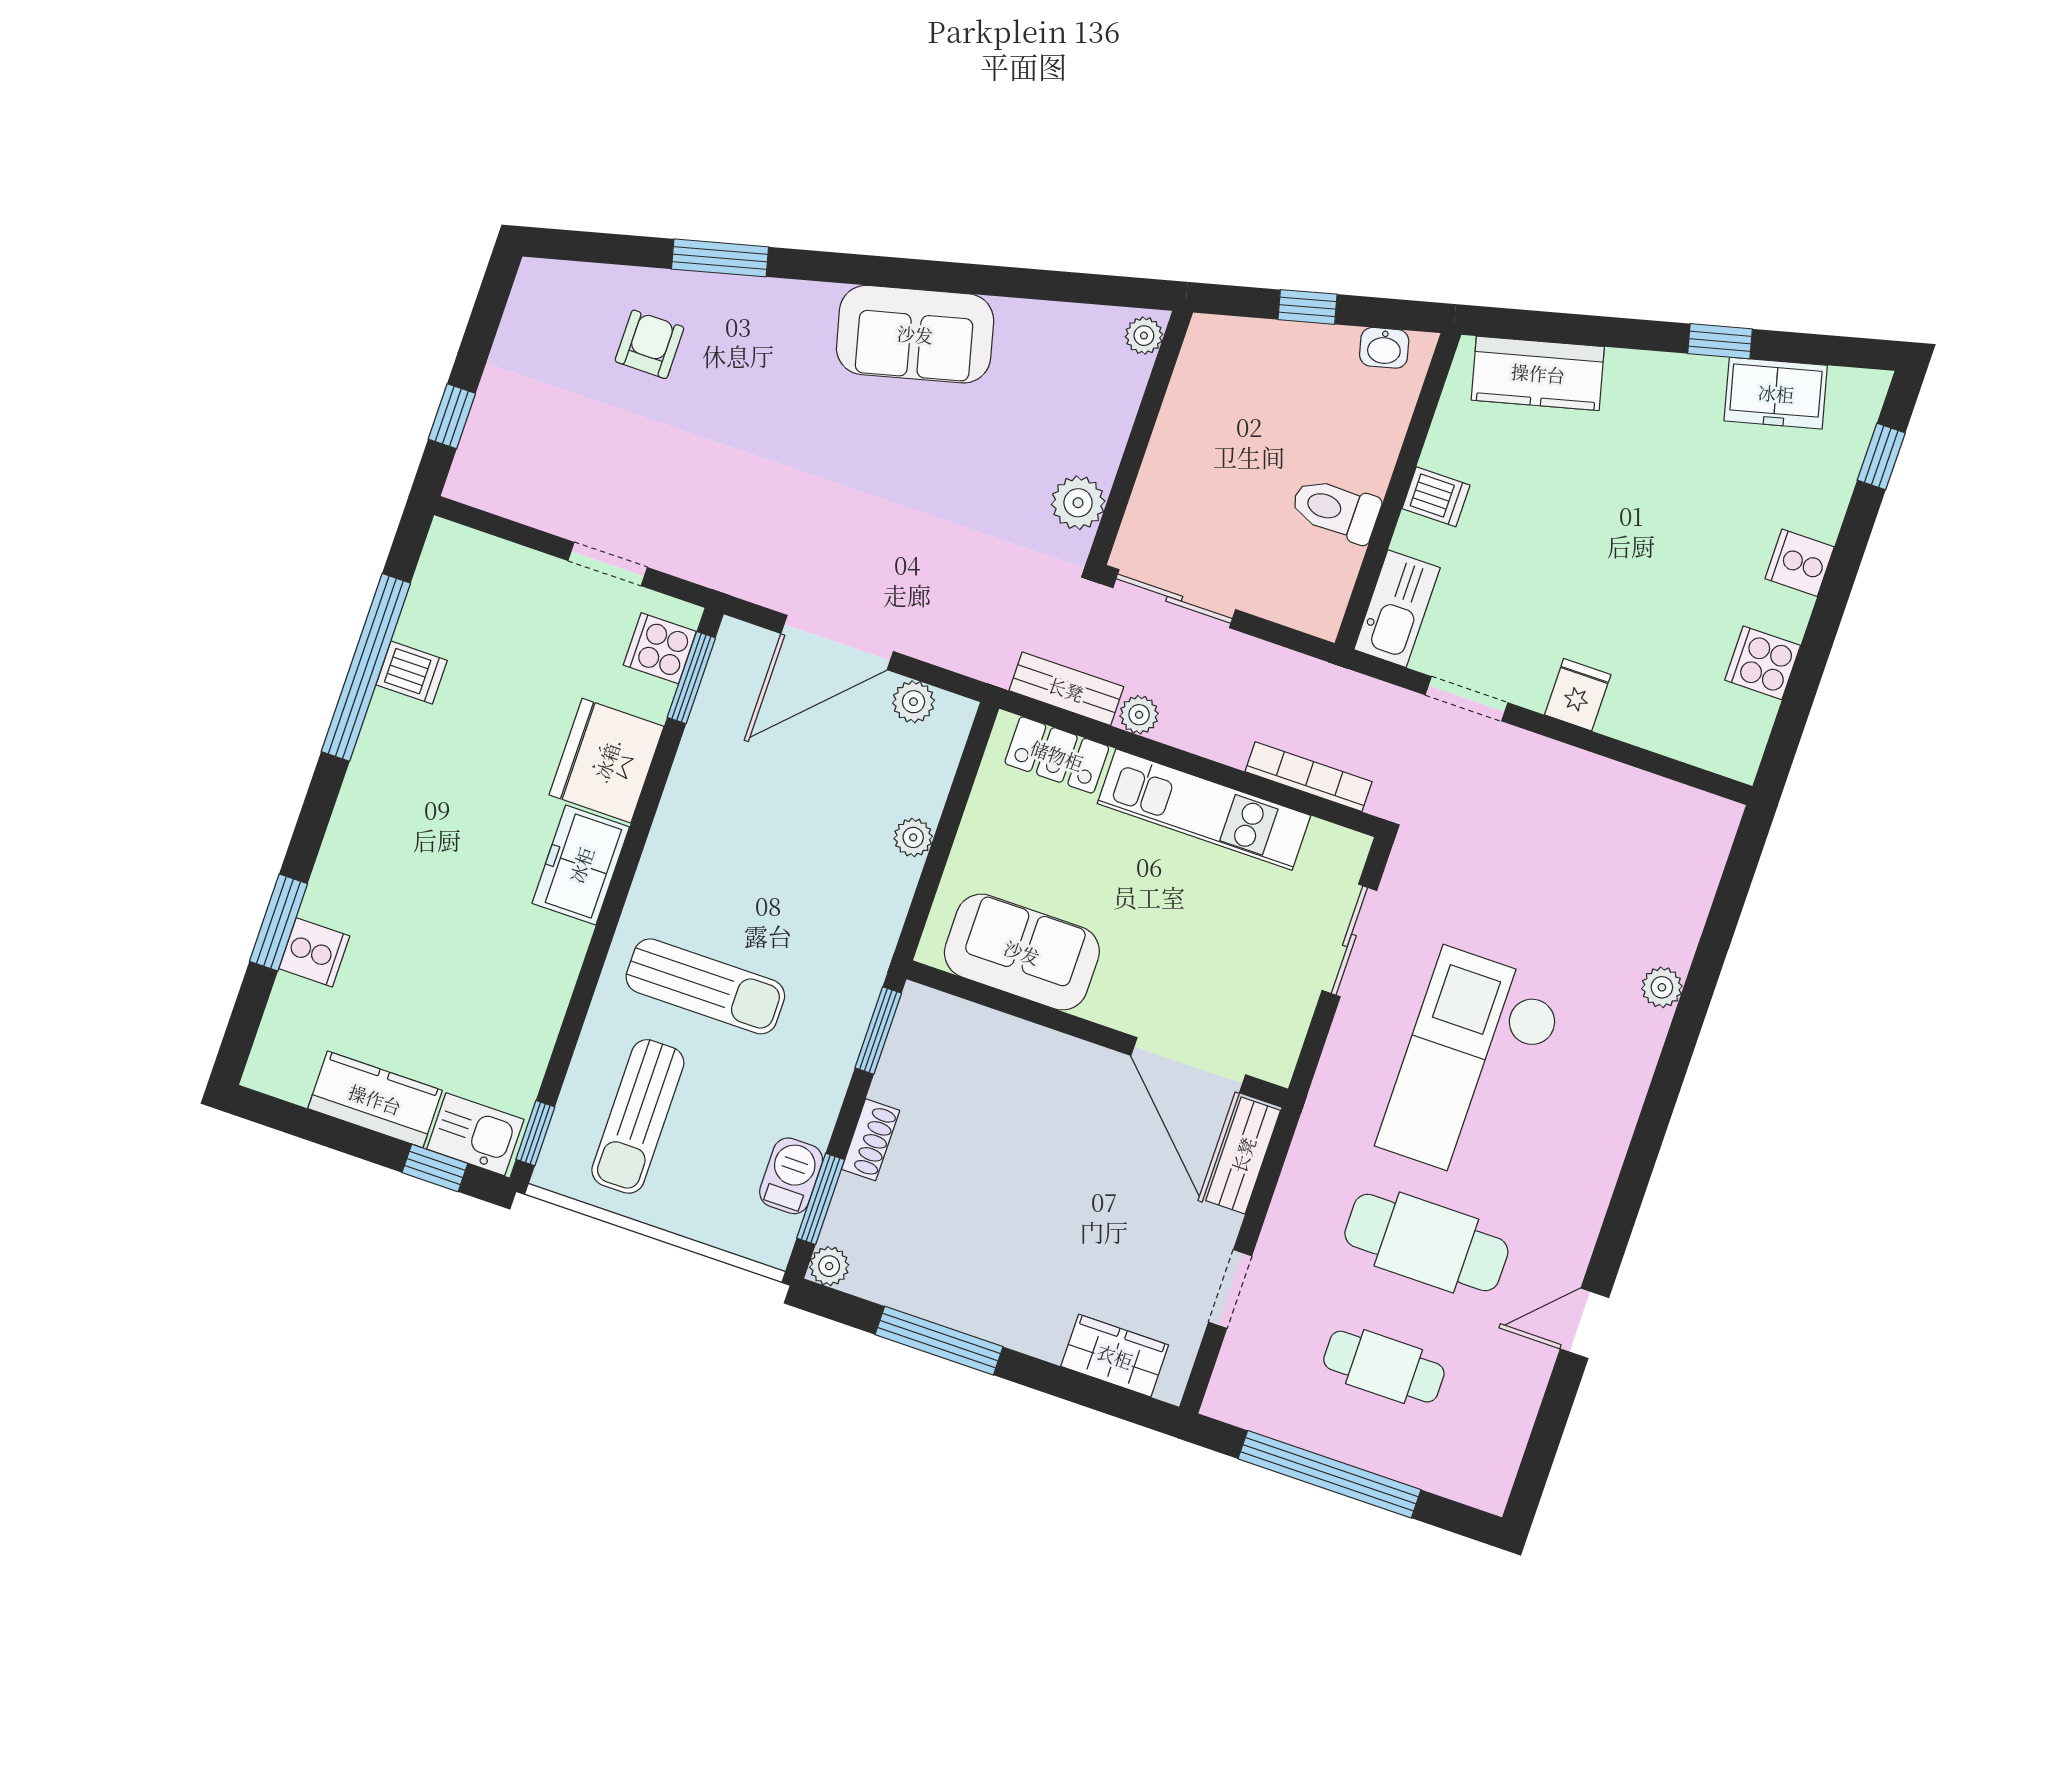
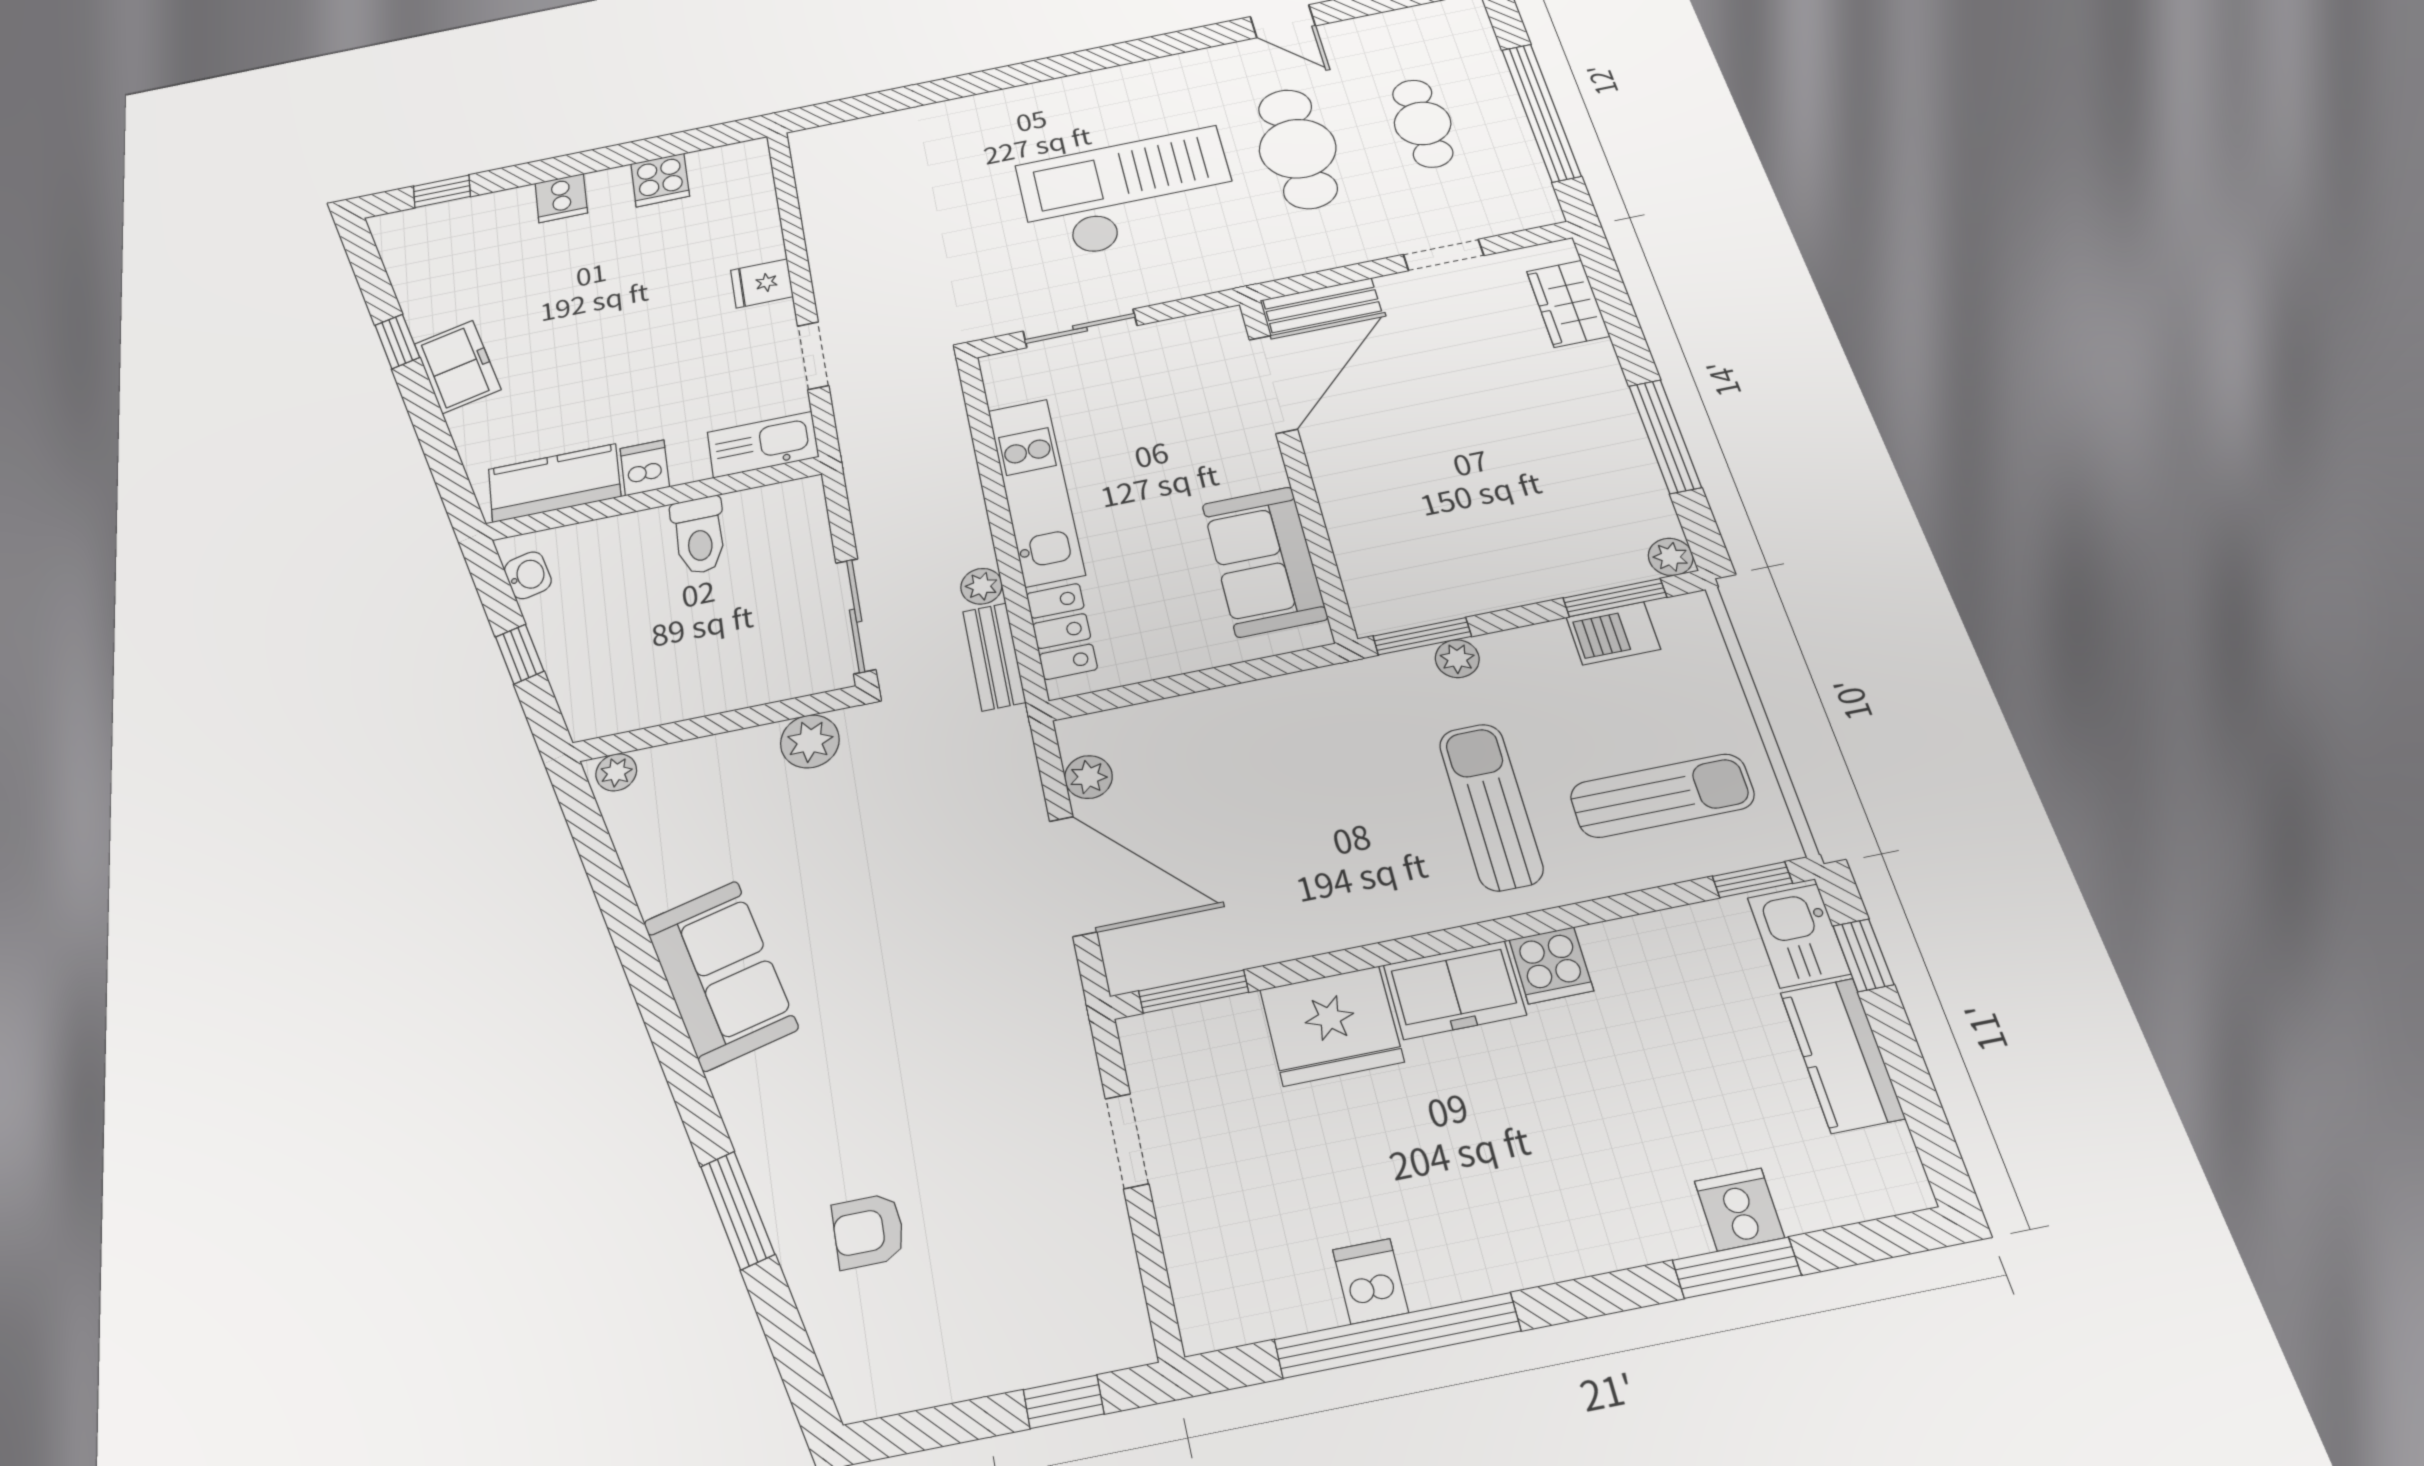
kitchen counter: (1538, 373) -> (554, 483), moved, turned -76
freezer: (1776, 393) -> (457, 367), moved
cooker: (660, 648) -> (1551, 965), moved
bookcase: (1309, 777) -> (955, 431), removed
plant: (913, 837) -> (1457, 659), moved
plant: (1662, 987) -> (973, 110), removed
checkout: (1472, 1067) -> (1128, 194), turned 180
shoe rack: (871, 1140) -> (1528, 587), removed

